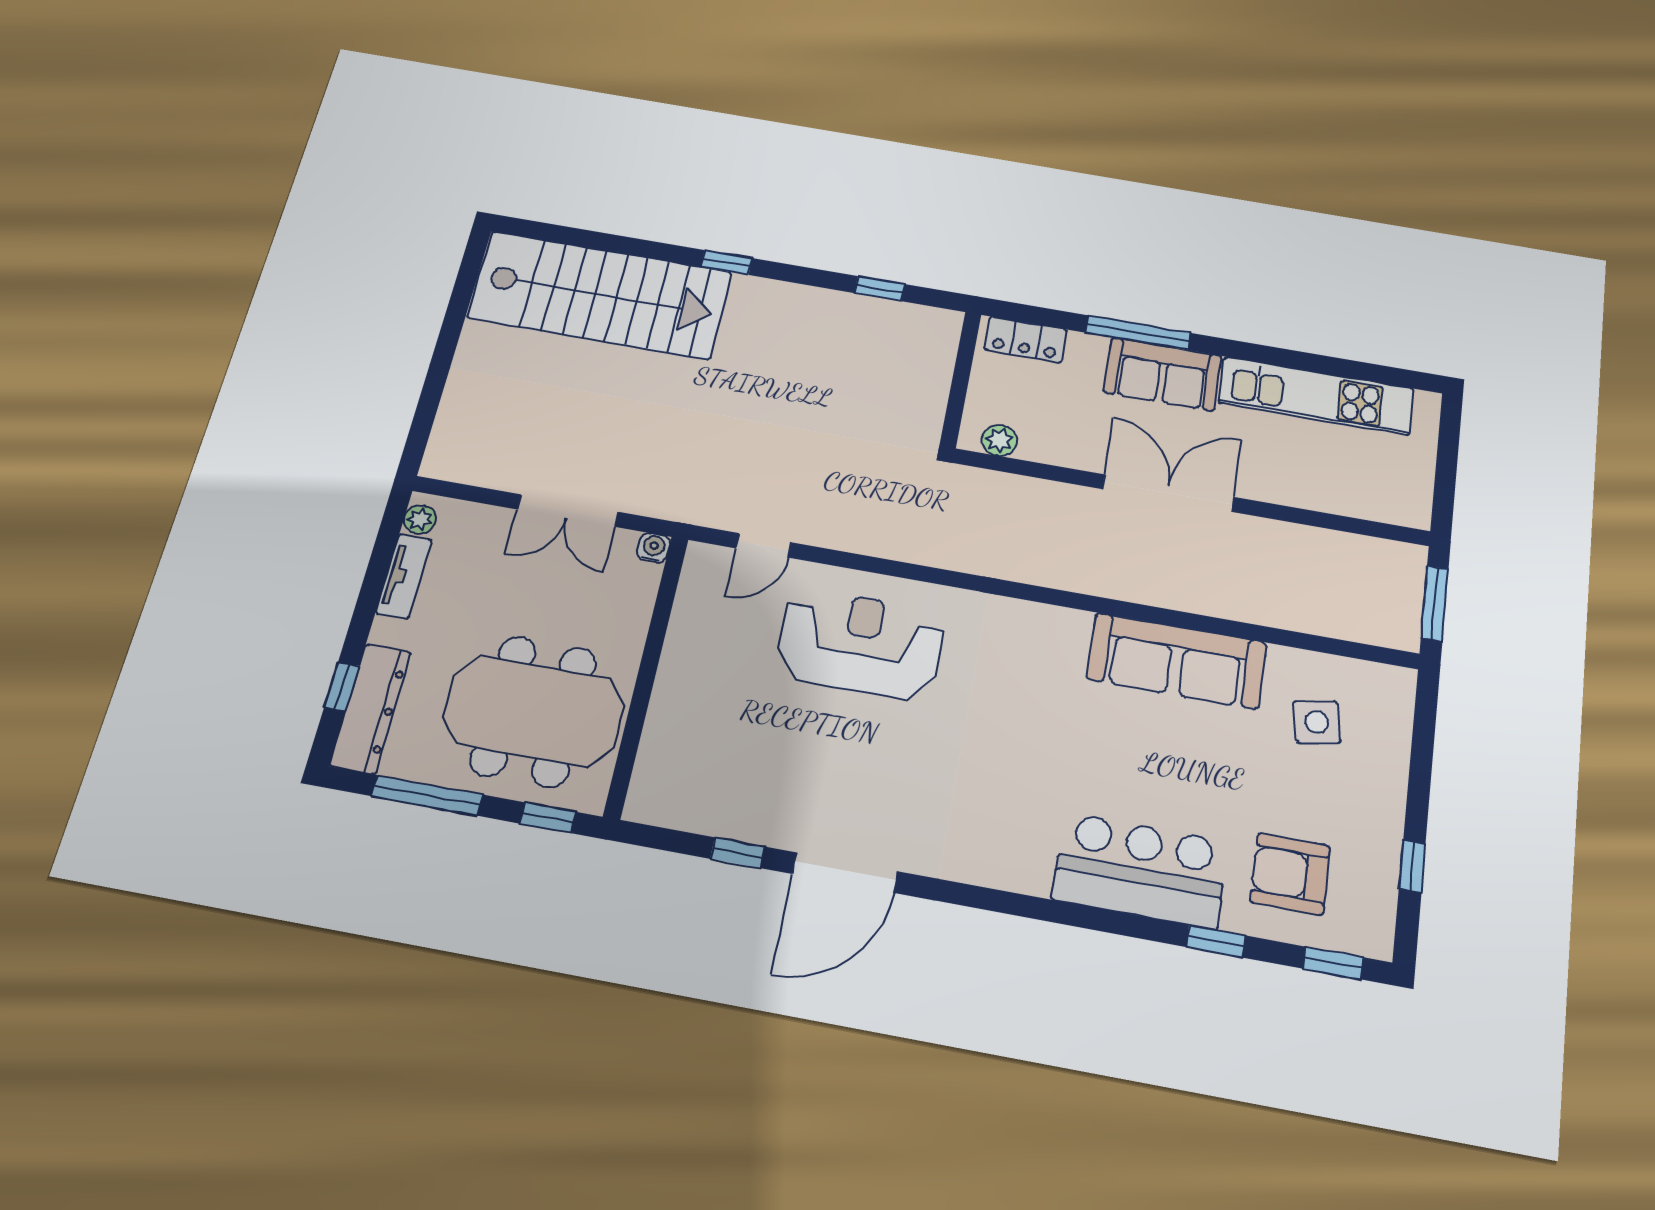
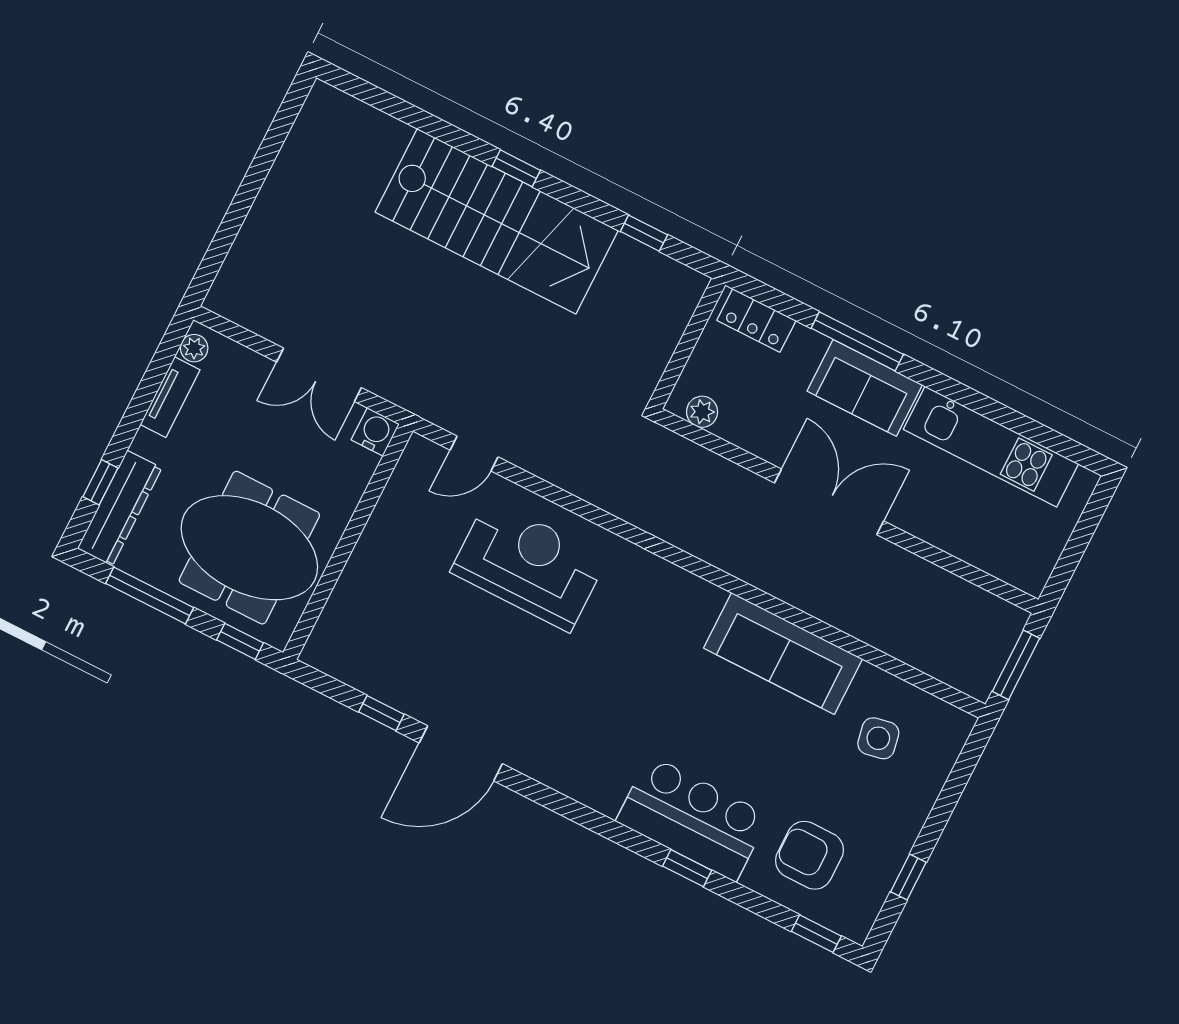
stairs: (600, 295) -> (497, 221), moved
water cooler: (654, 548) -> (375, 432), width x1.38, depth x1.38
window: (1216, 941) -> (687, 868), moved

